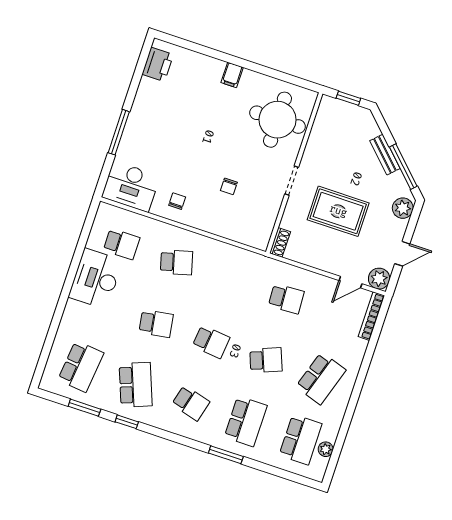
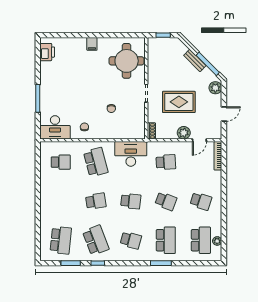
school desk: (176, 262) -> (96, 162), width x1.85
desk: (96, 279) -> (131, 154), moved, turned 90
plant: (379, 279) -> (184, 133), moved
school desk: (266, 360) -> (166, 201), turned 42
school desk: (321, 378) -> (201, 201), width x0.54

